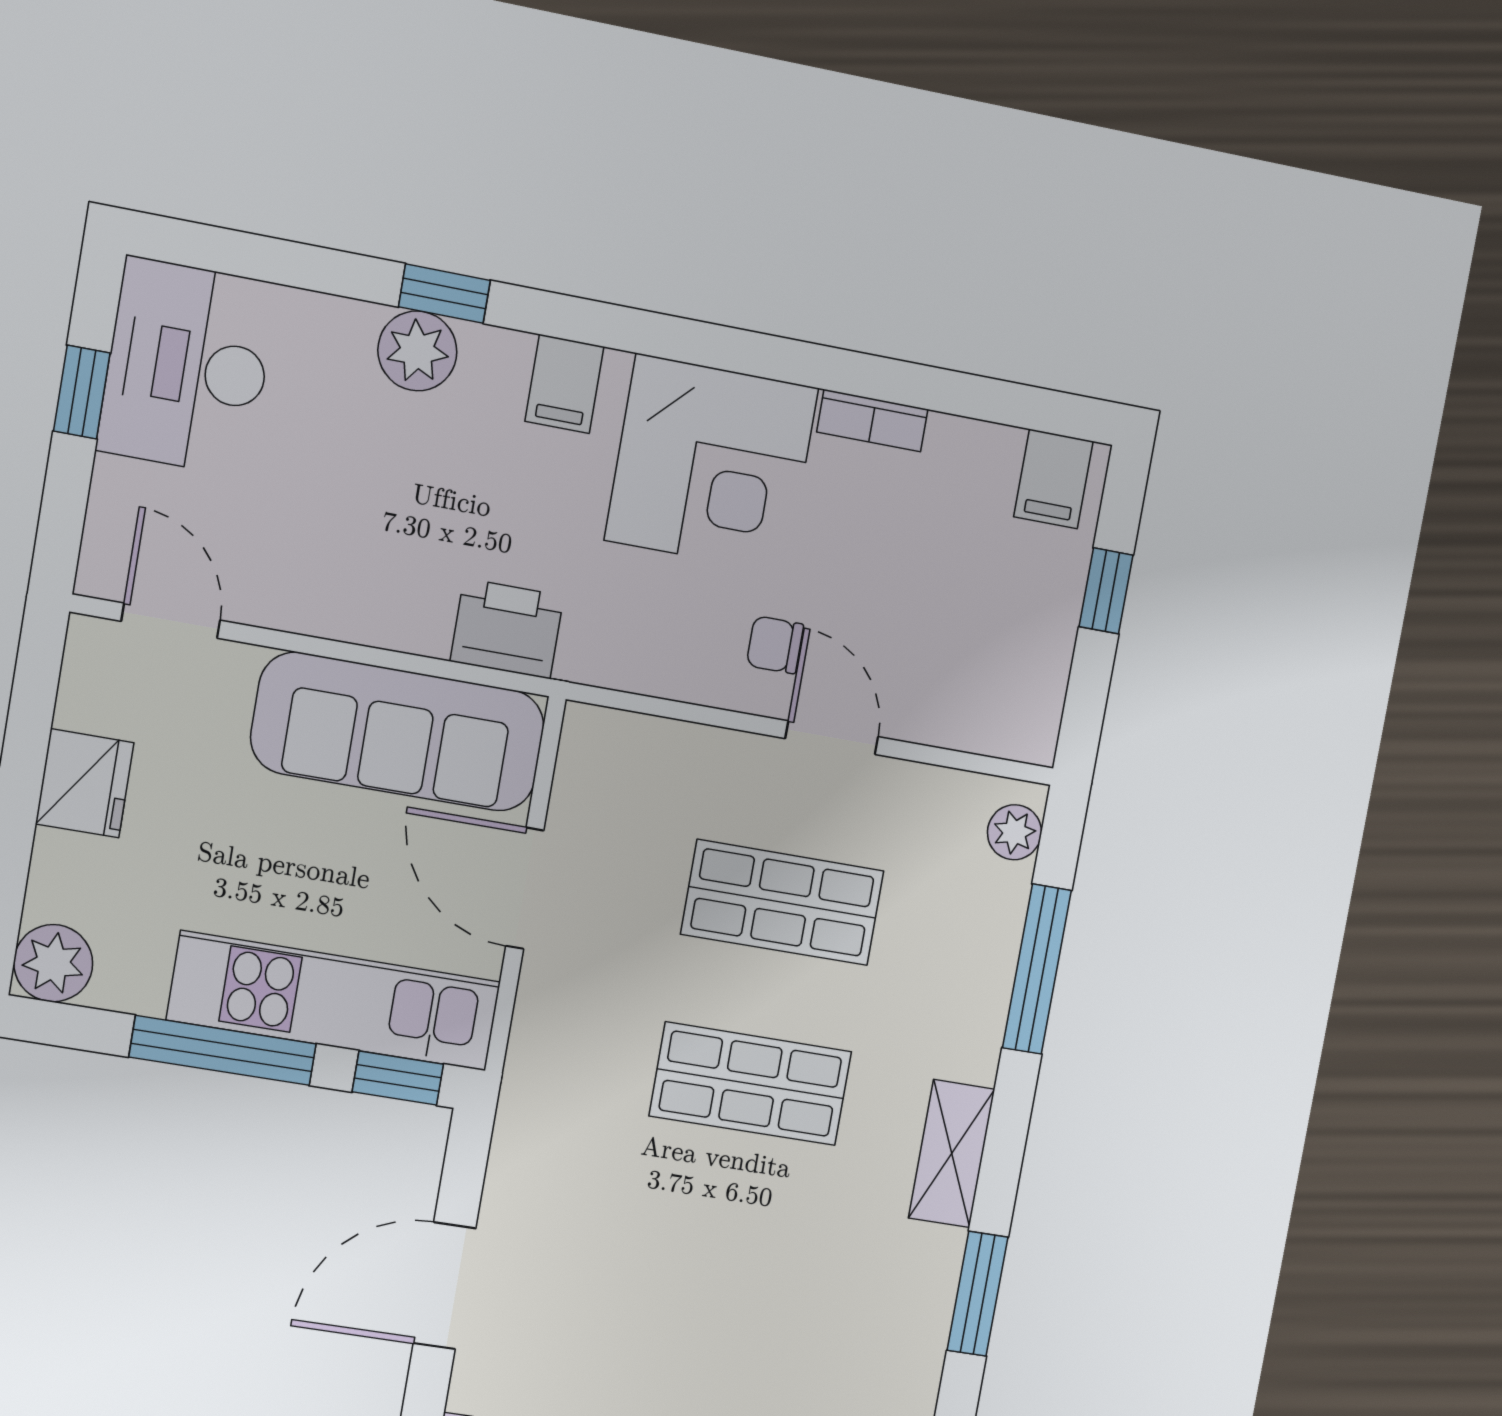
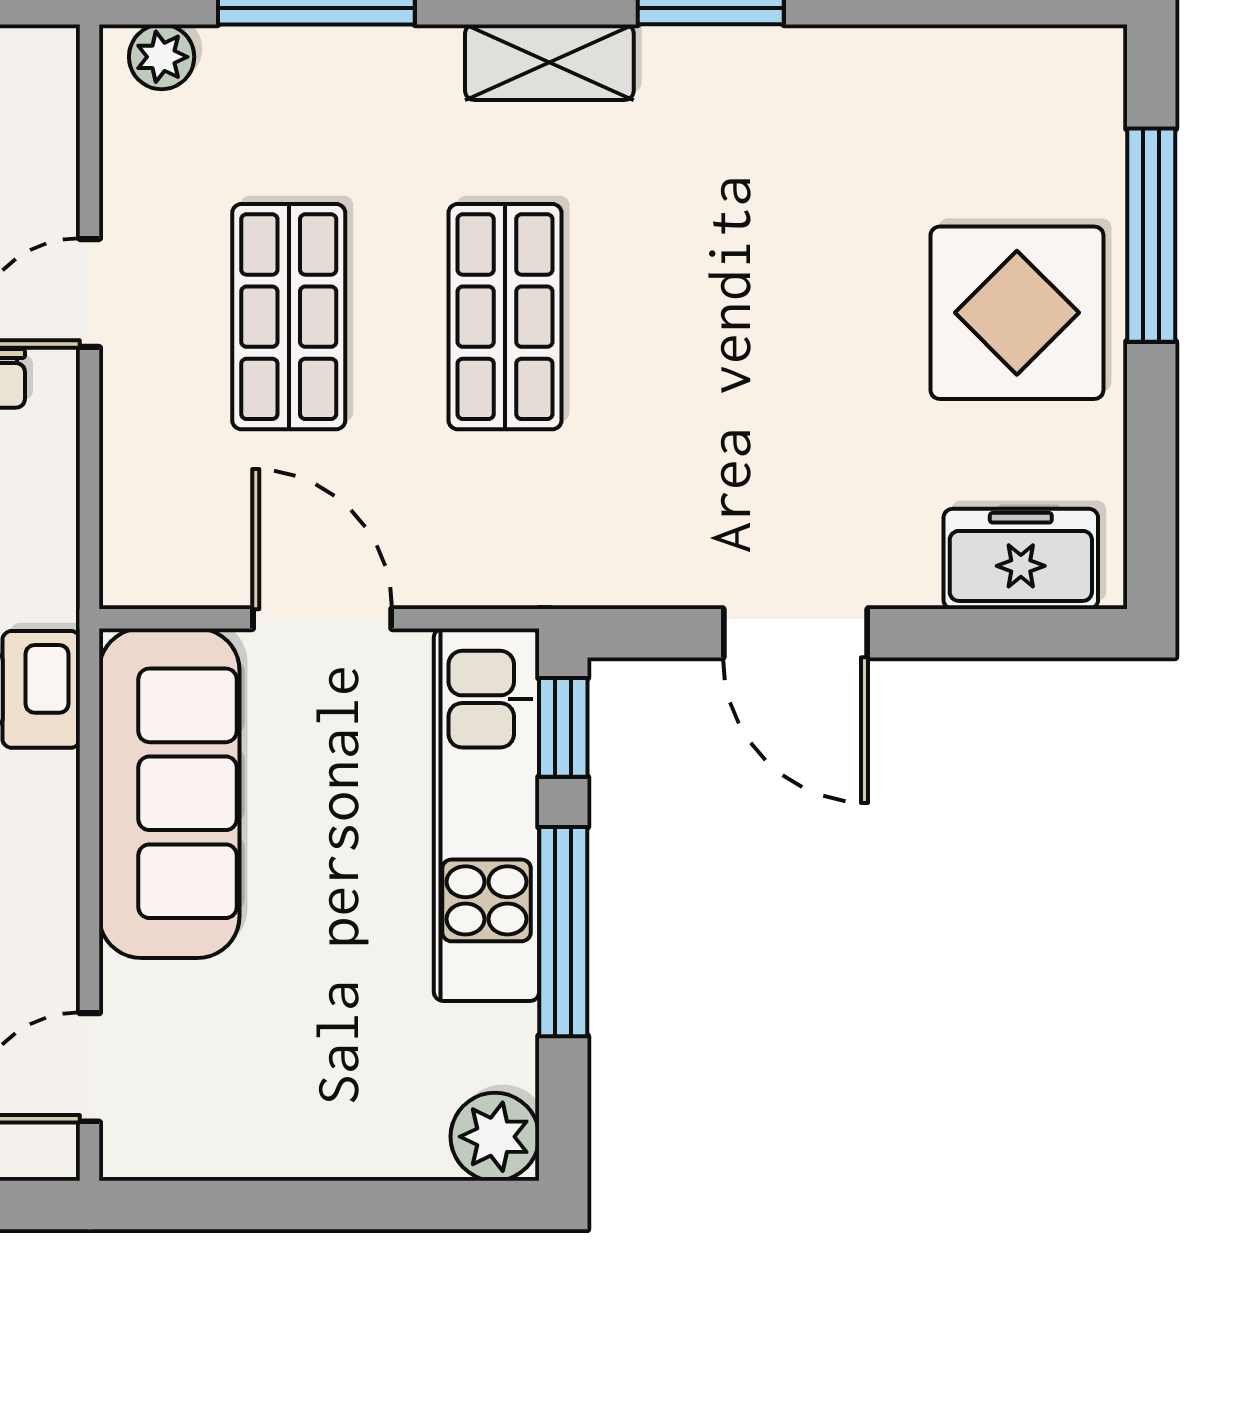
fridge: (85, 783) -> (287, 1134), removed
door: (525, 888) -> (322, 619), swing flipped

